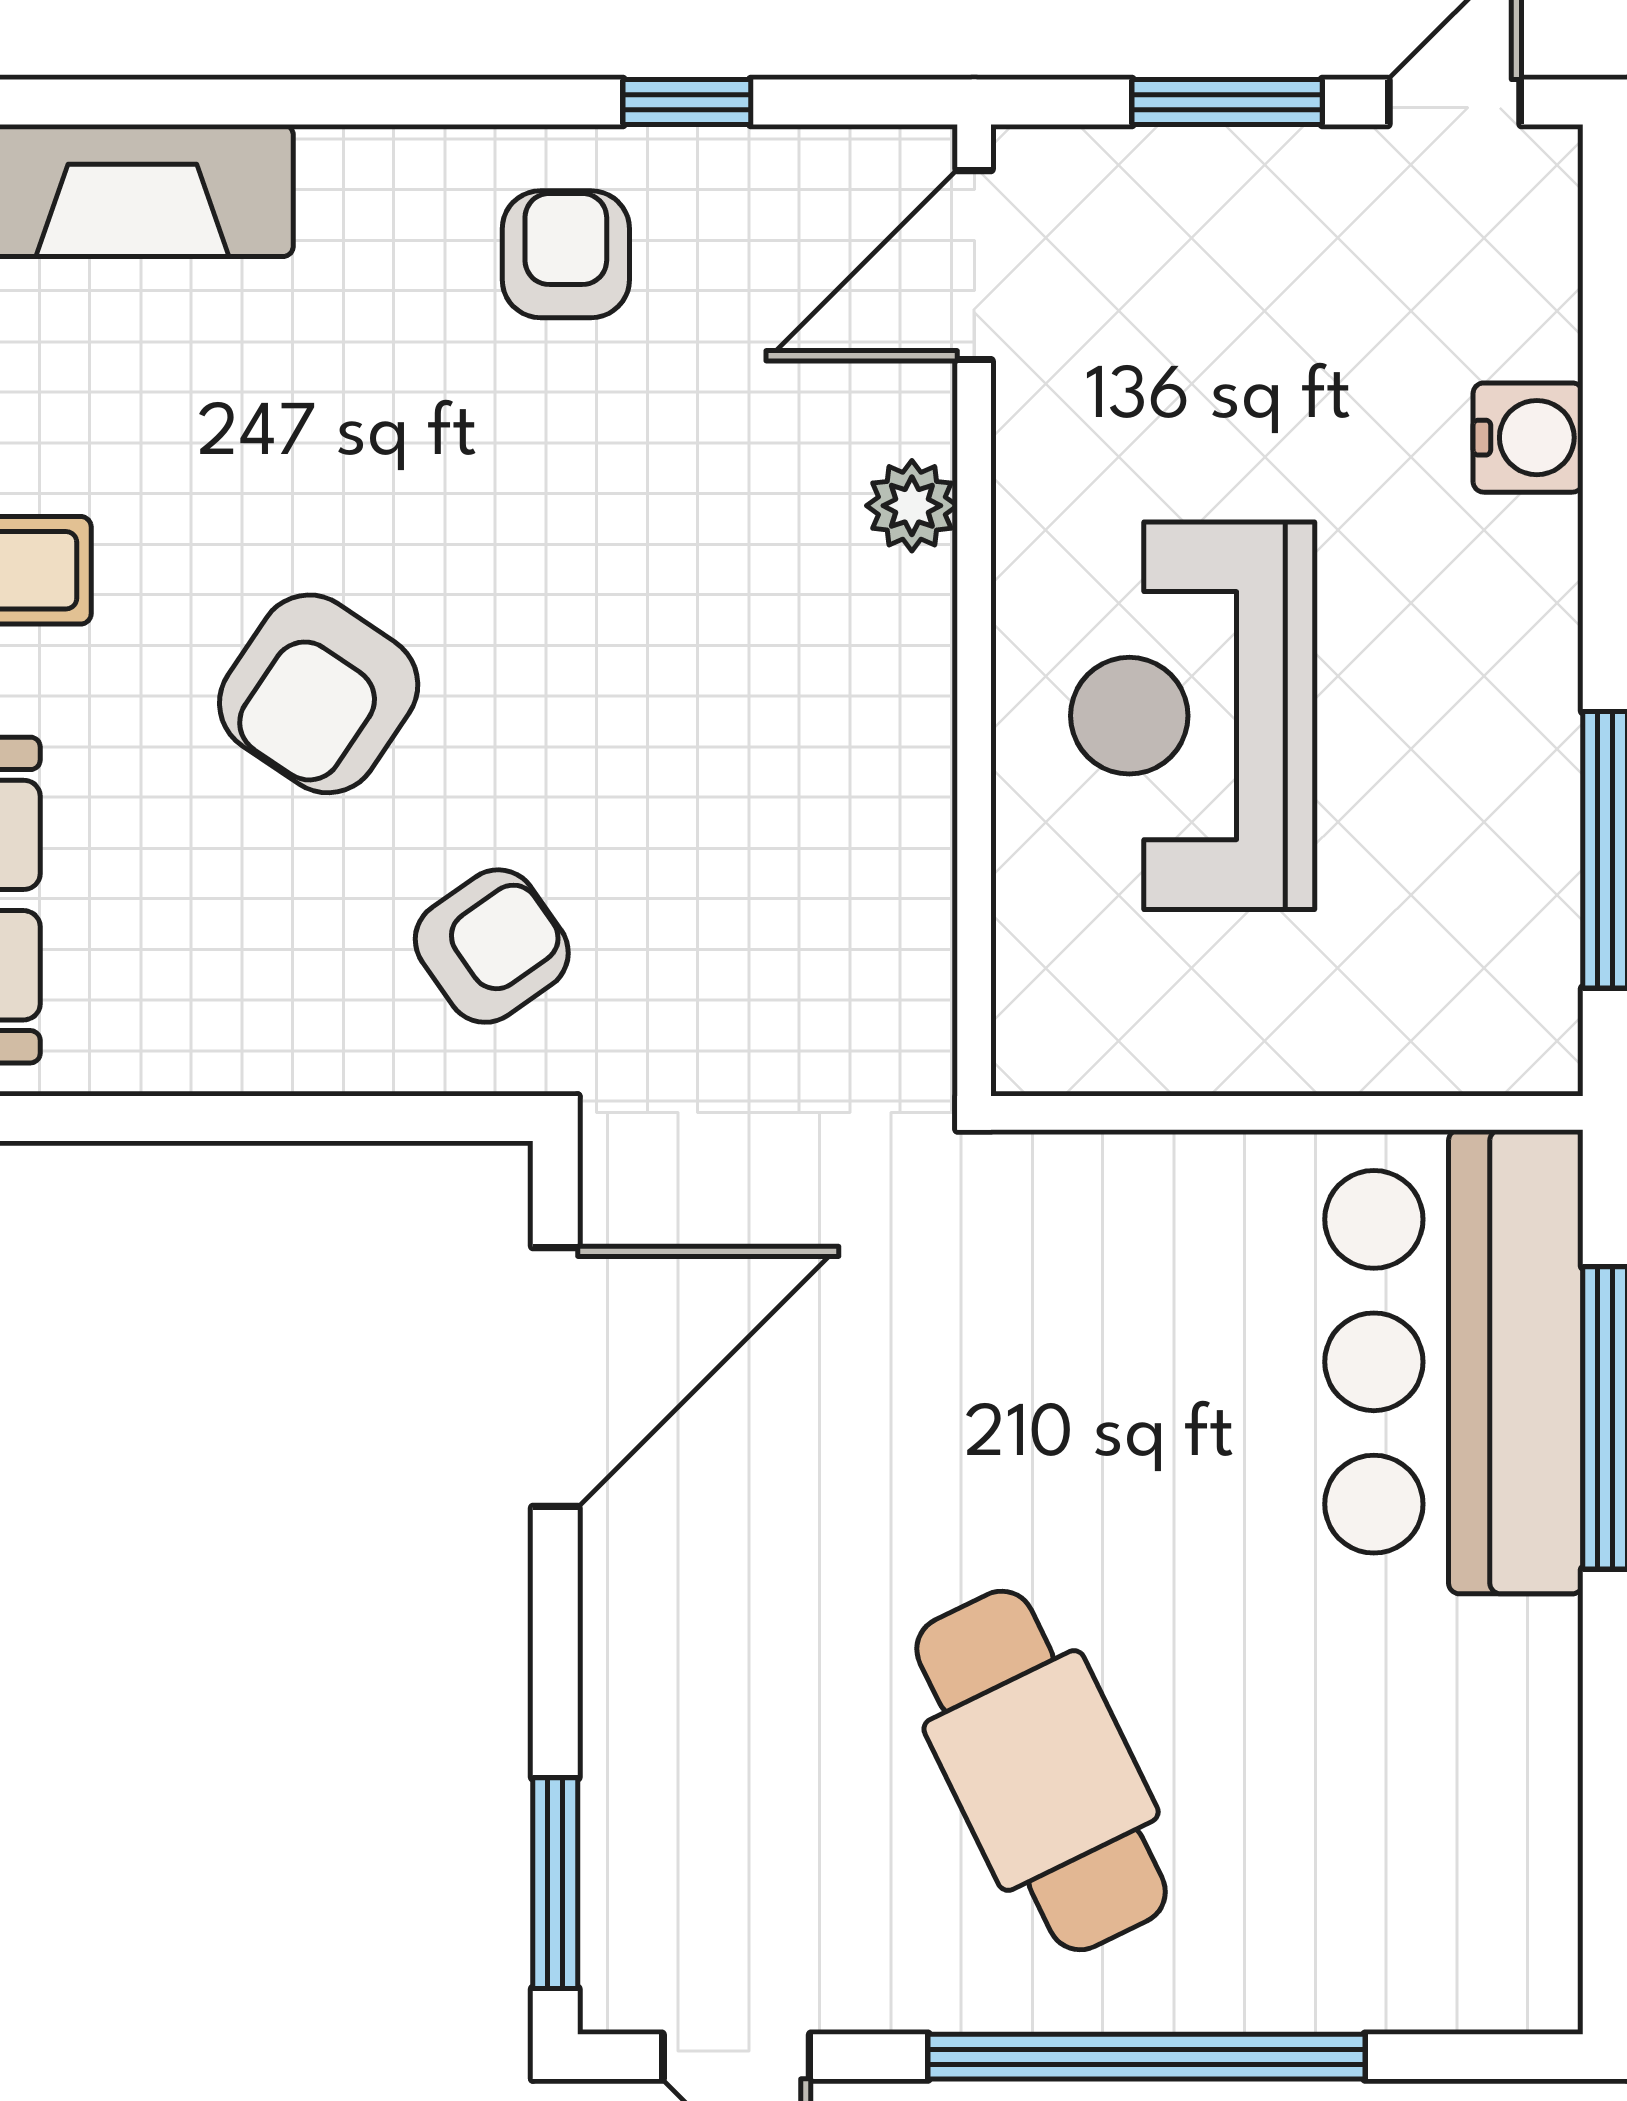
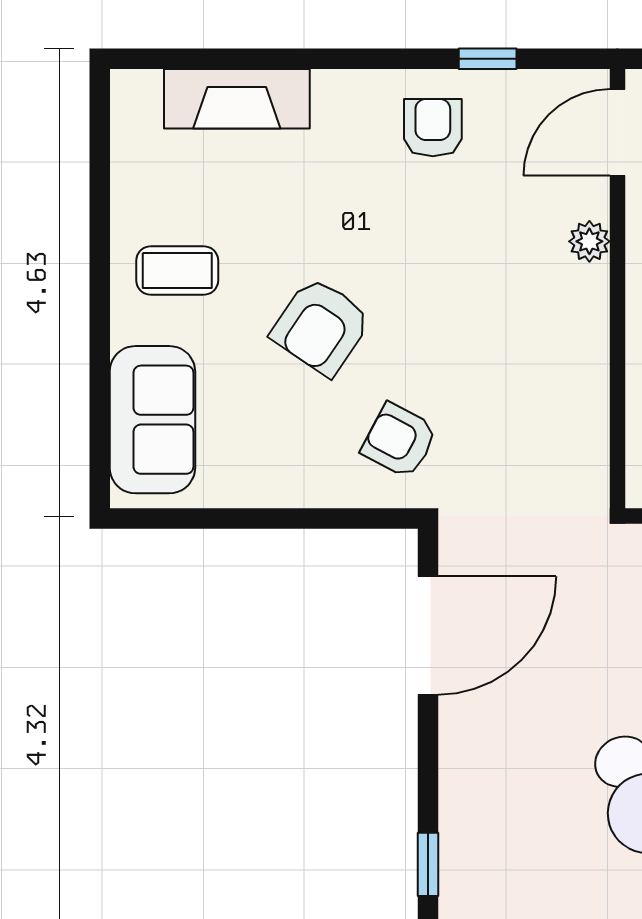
armchair: (492, 946) -> (399, 440), turned -117
window: (555, 1883) -> (428, 864), width x0.67

